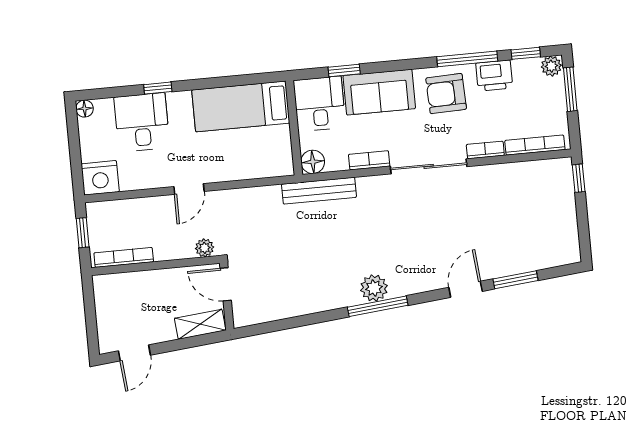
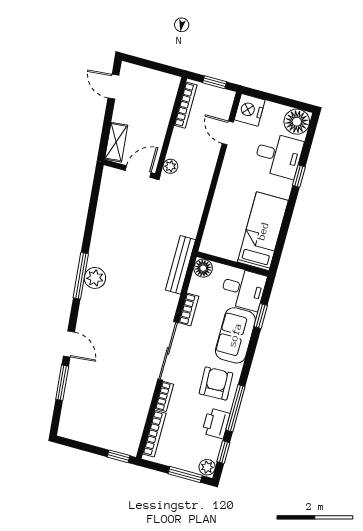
floor lamp: (85, 109) -> (297, 122), width x1.89, depth x1.89
door: (189, 189) -> (228, 133), moved

